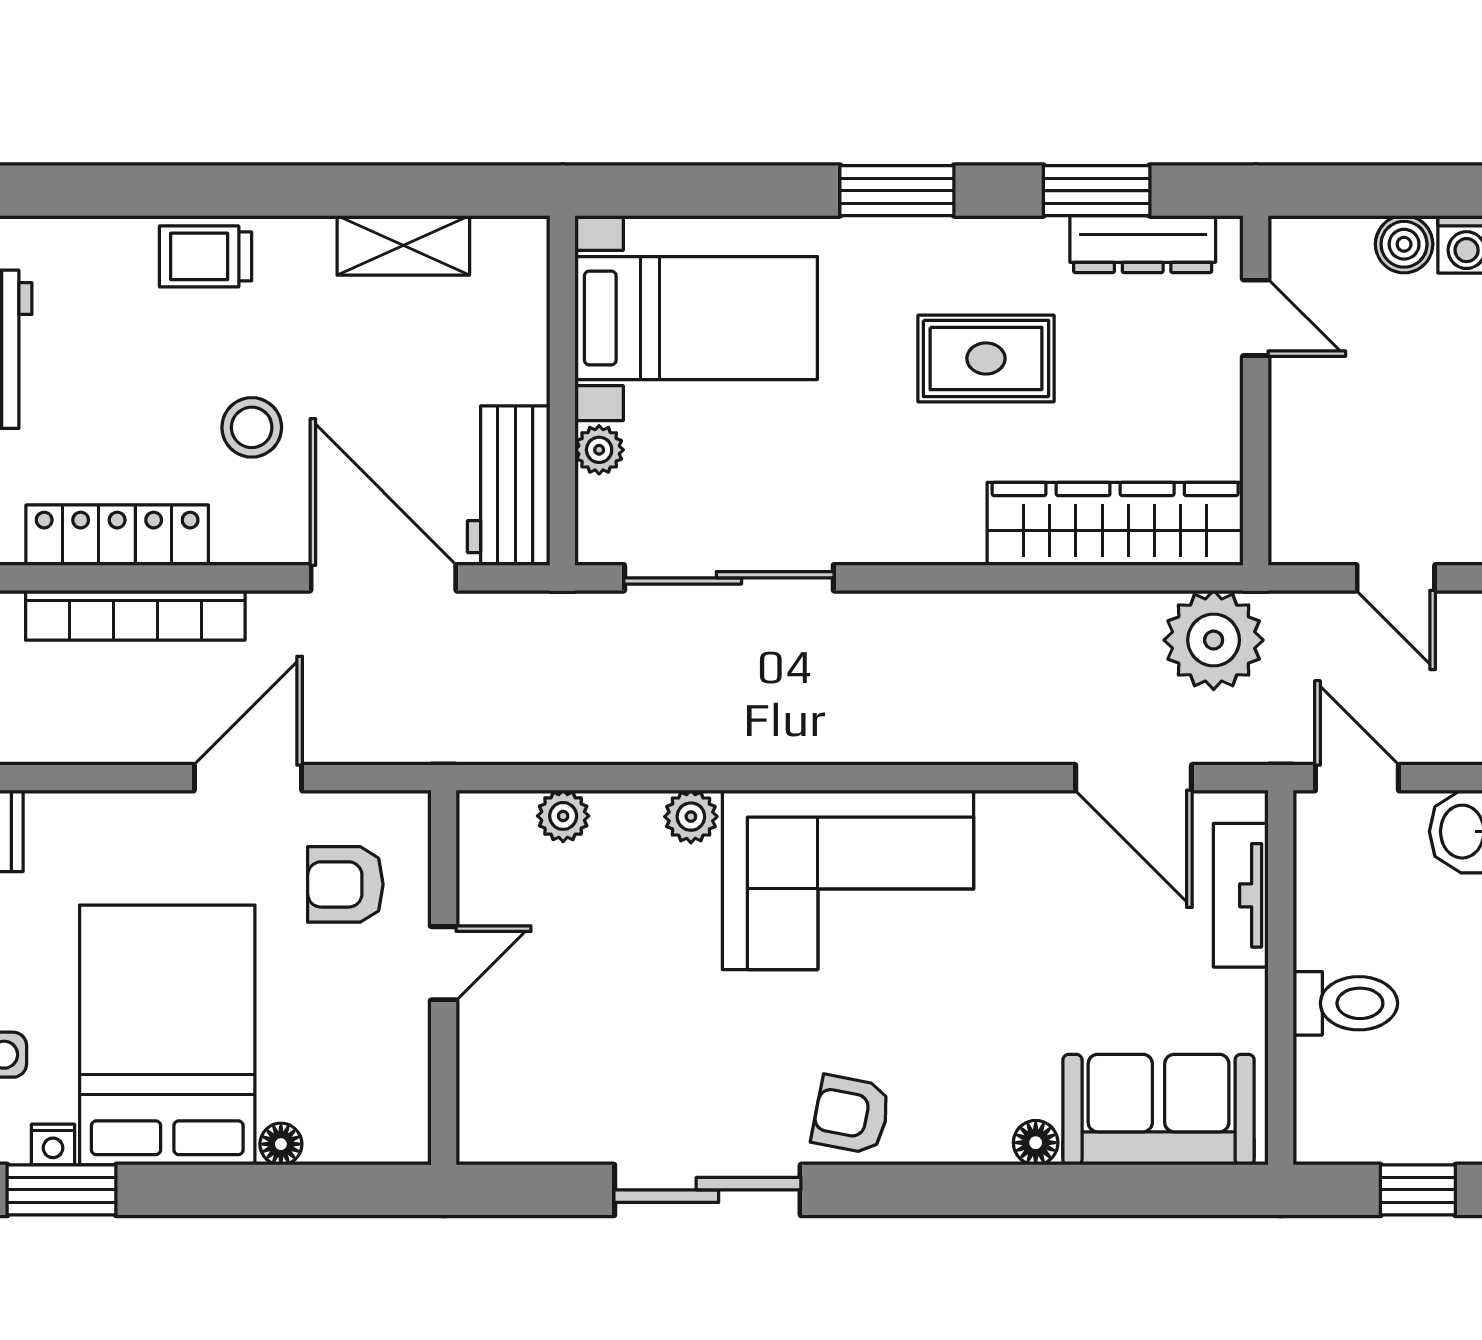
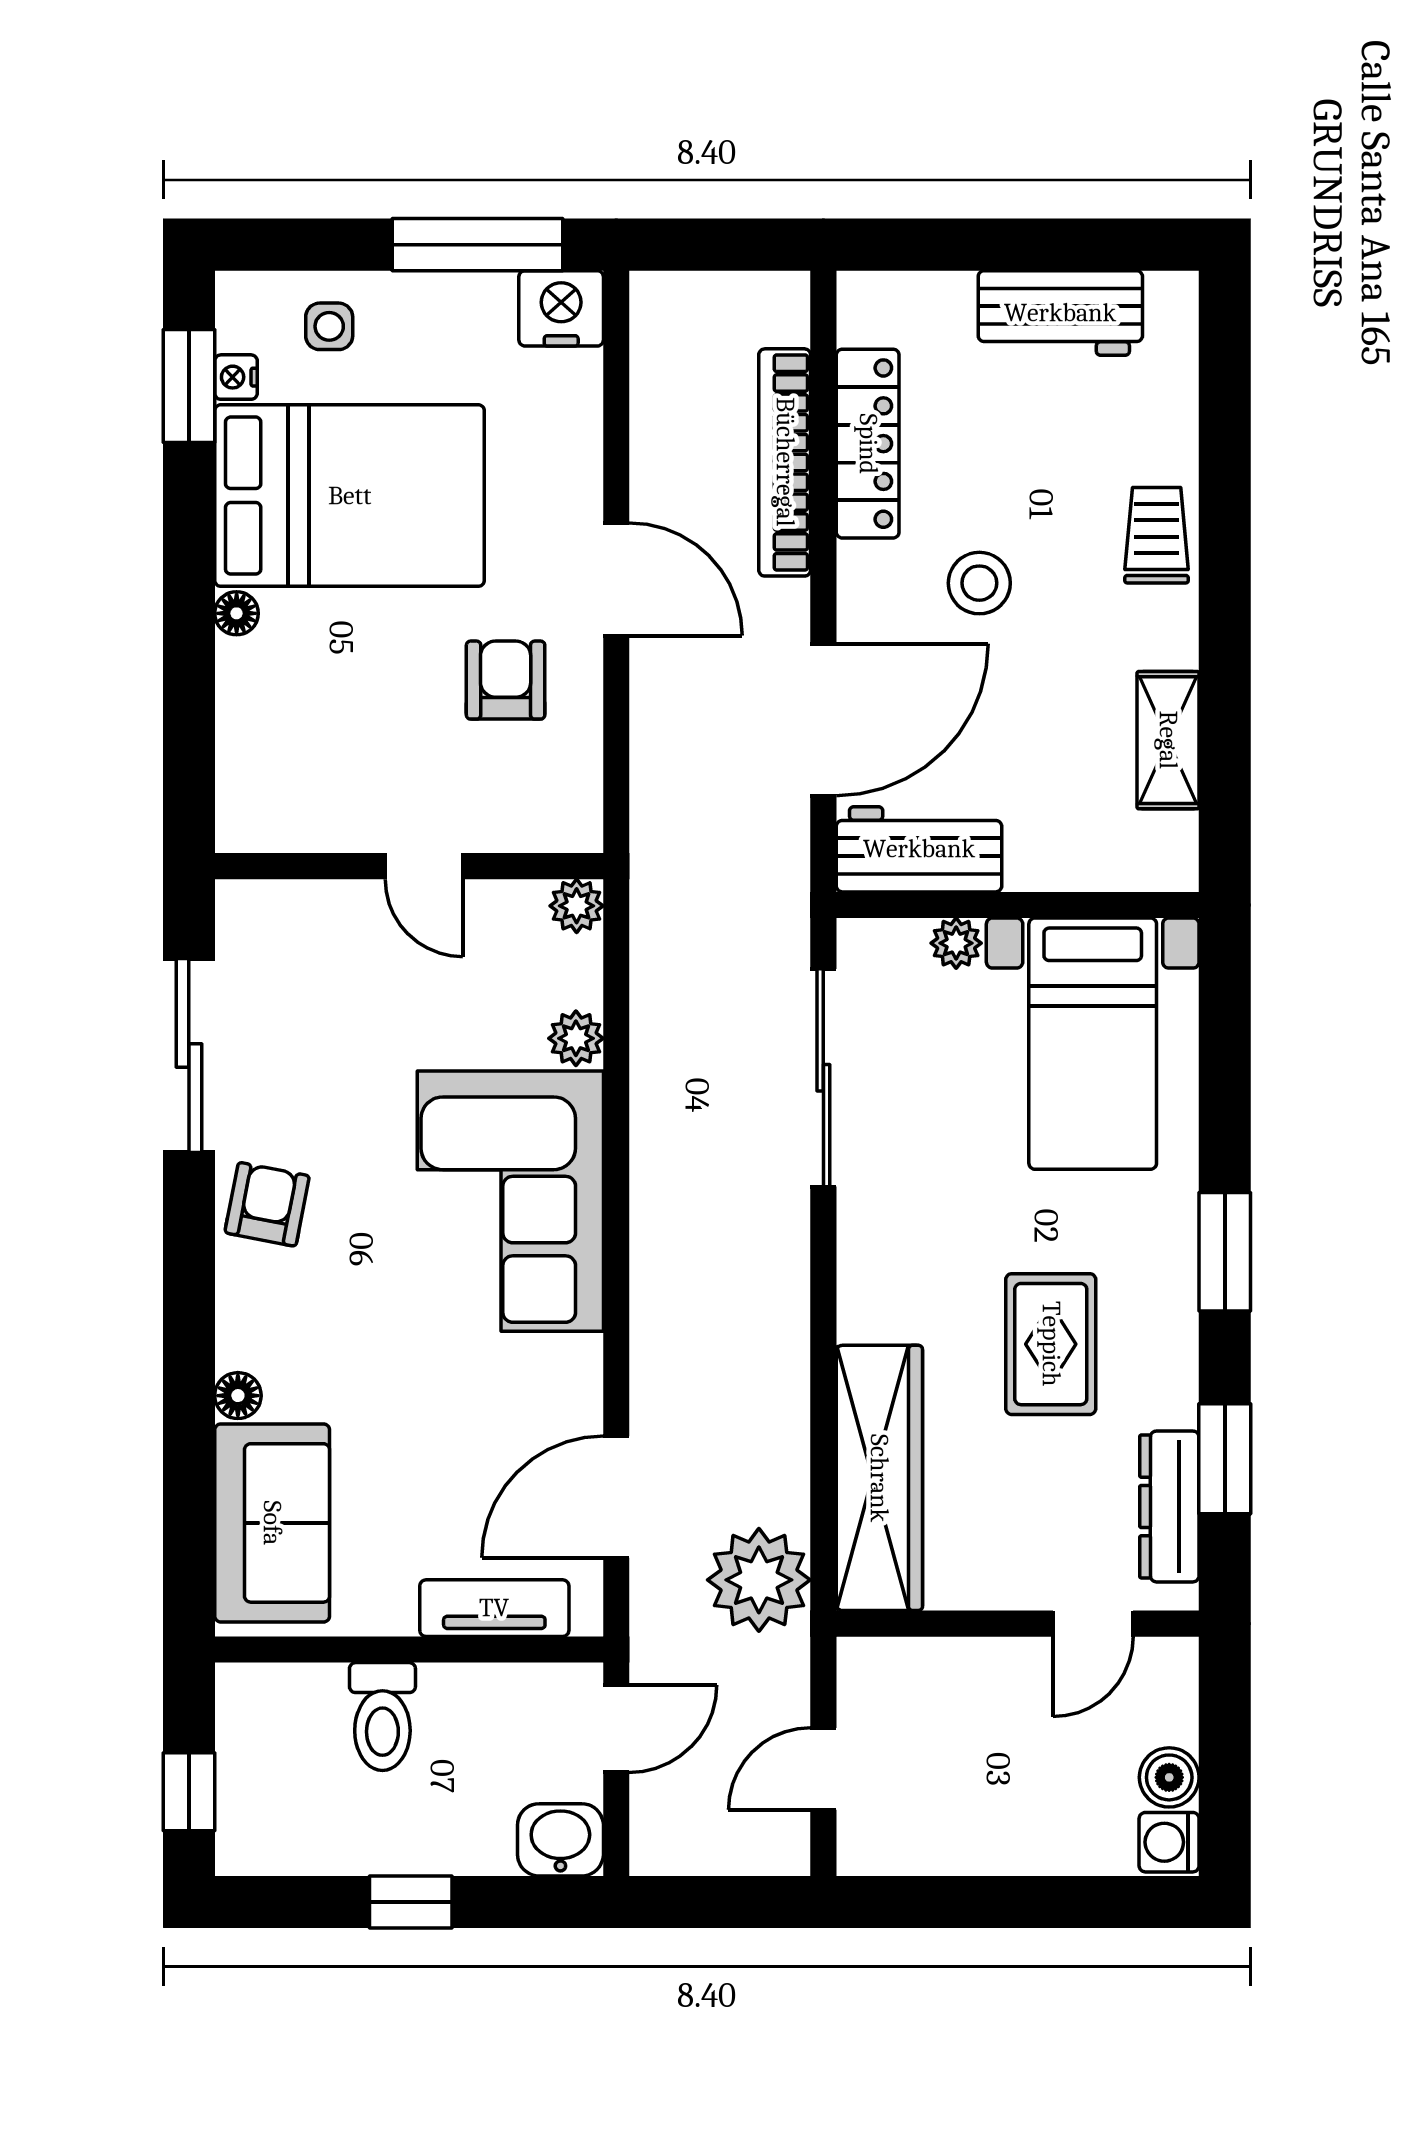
door: (444, 963) -> (424, 866), moved
wall: (444, 978) -> (409, 866), moved

